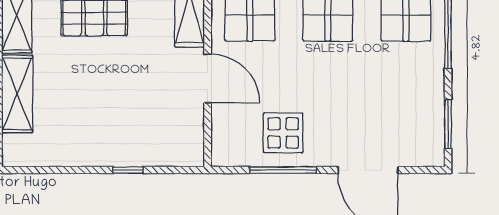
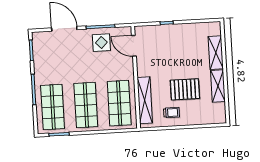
door: (208, 78) -> (134, 46), moved

